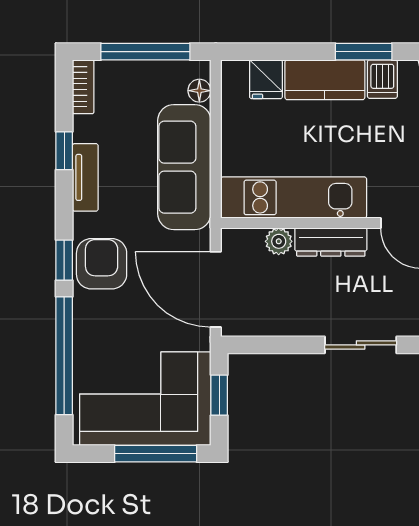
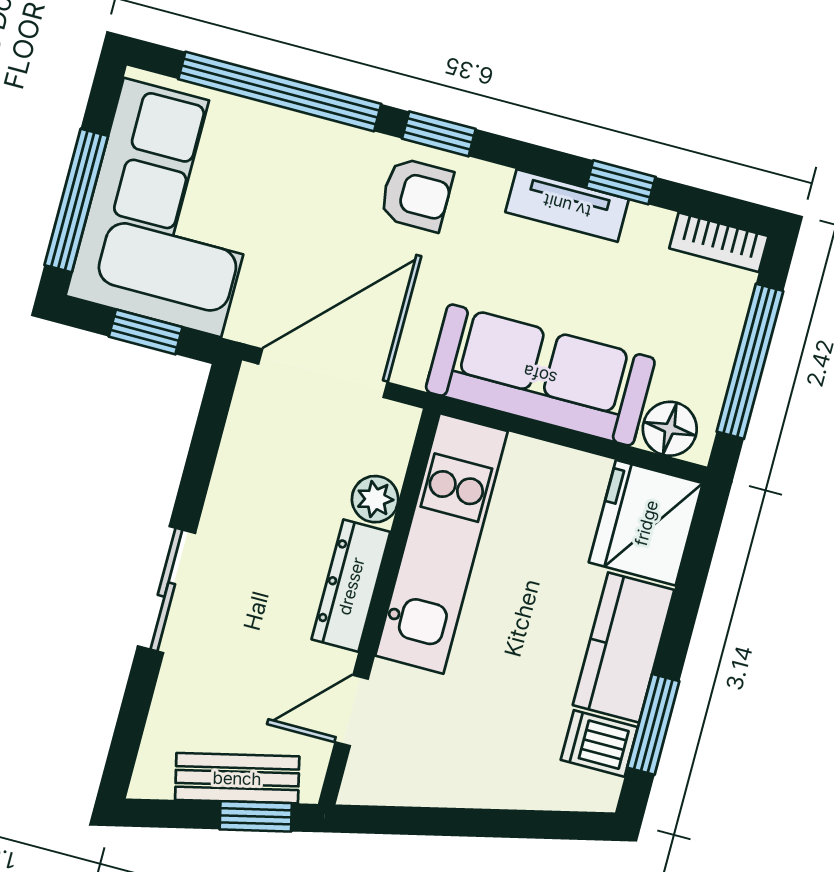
fridge: (266, 79) -> (646, 523), width x1.88, depth x1.34
floor lamp: (199, 91) -> (670, 429), width x1.37, depth x1.37
armchair: (102, 264) -> (416, 195), width x0.72, depth x0.72

